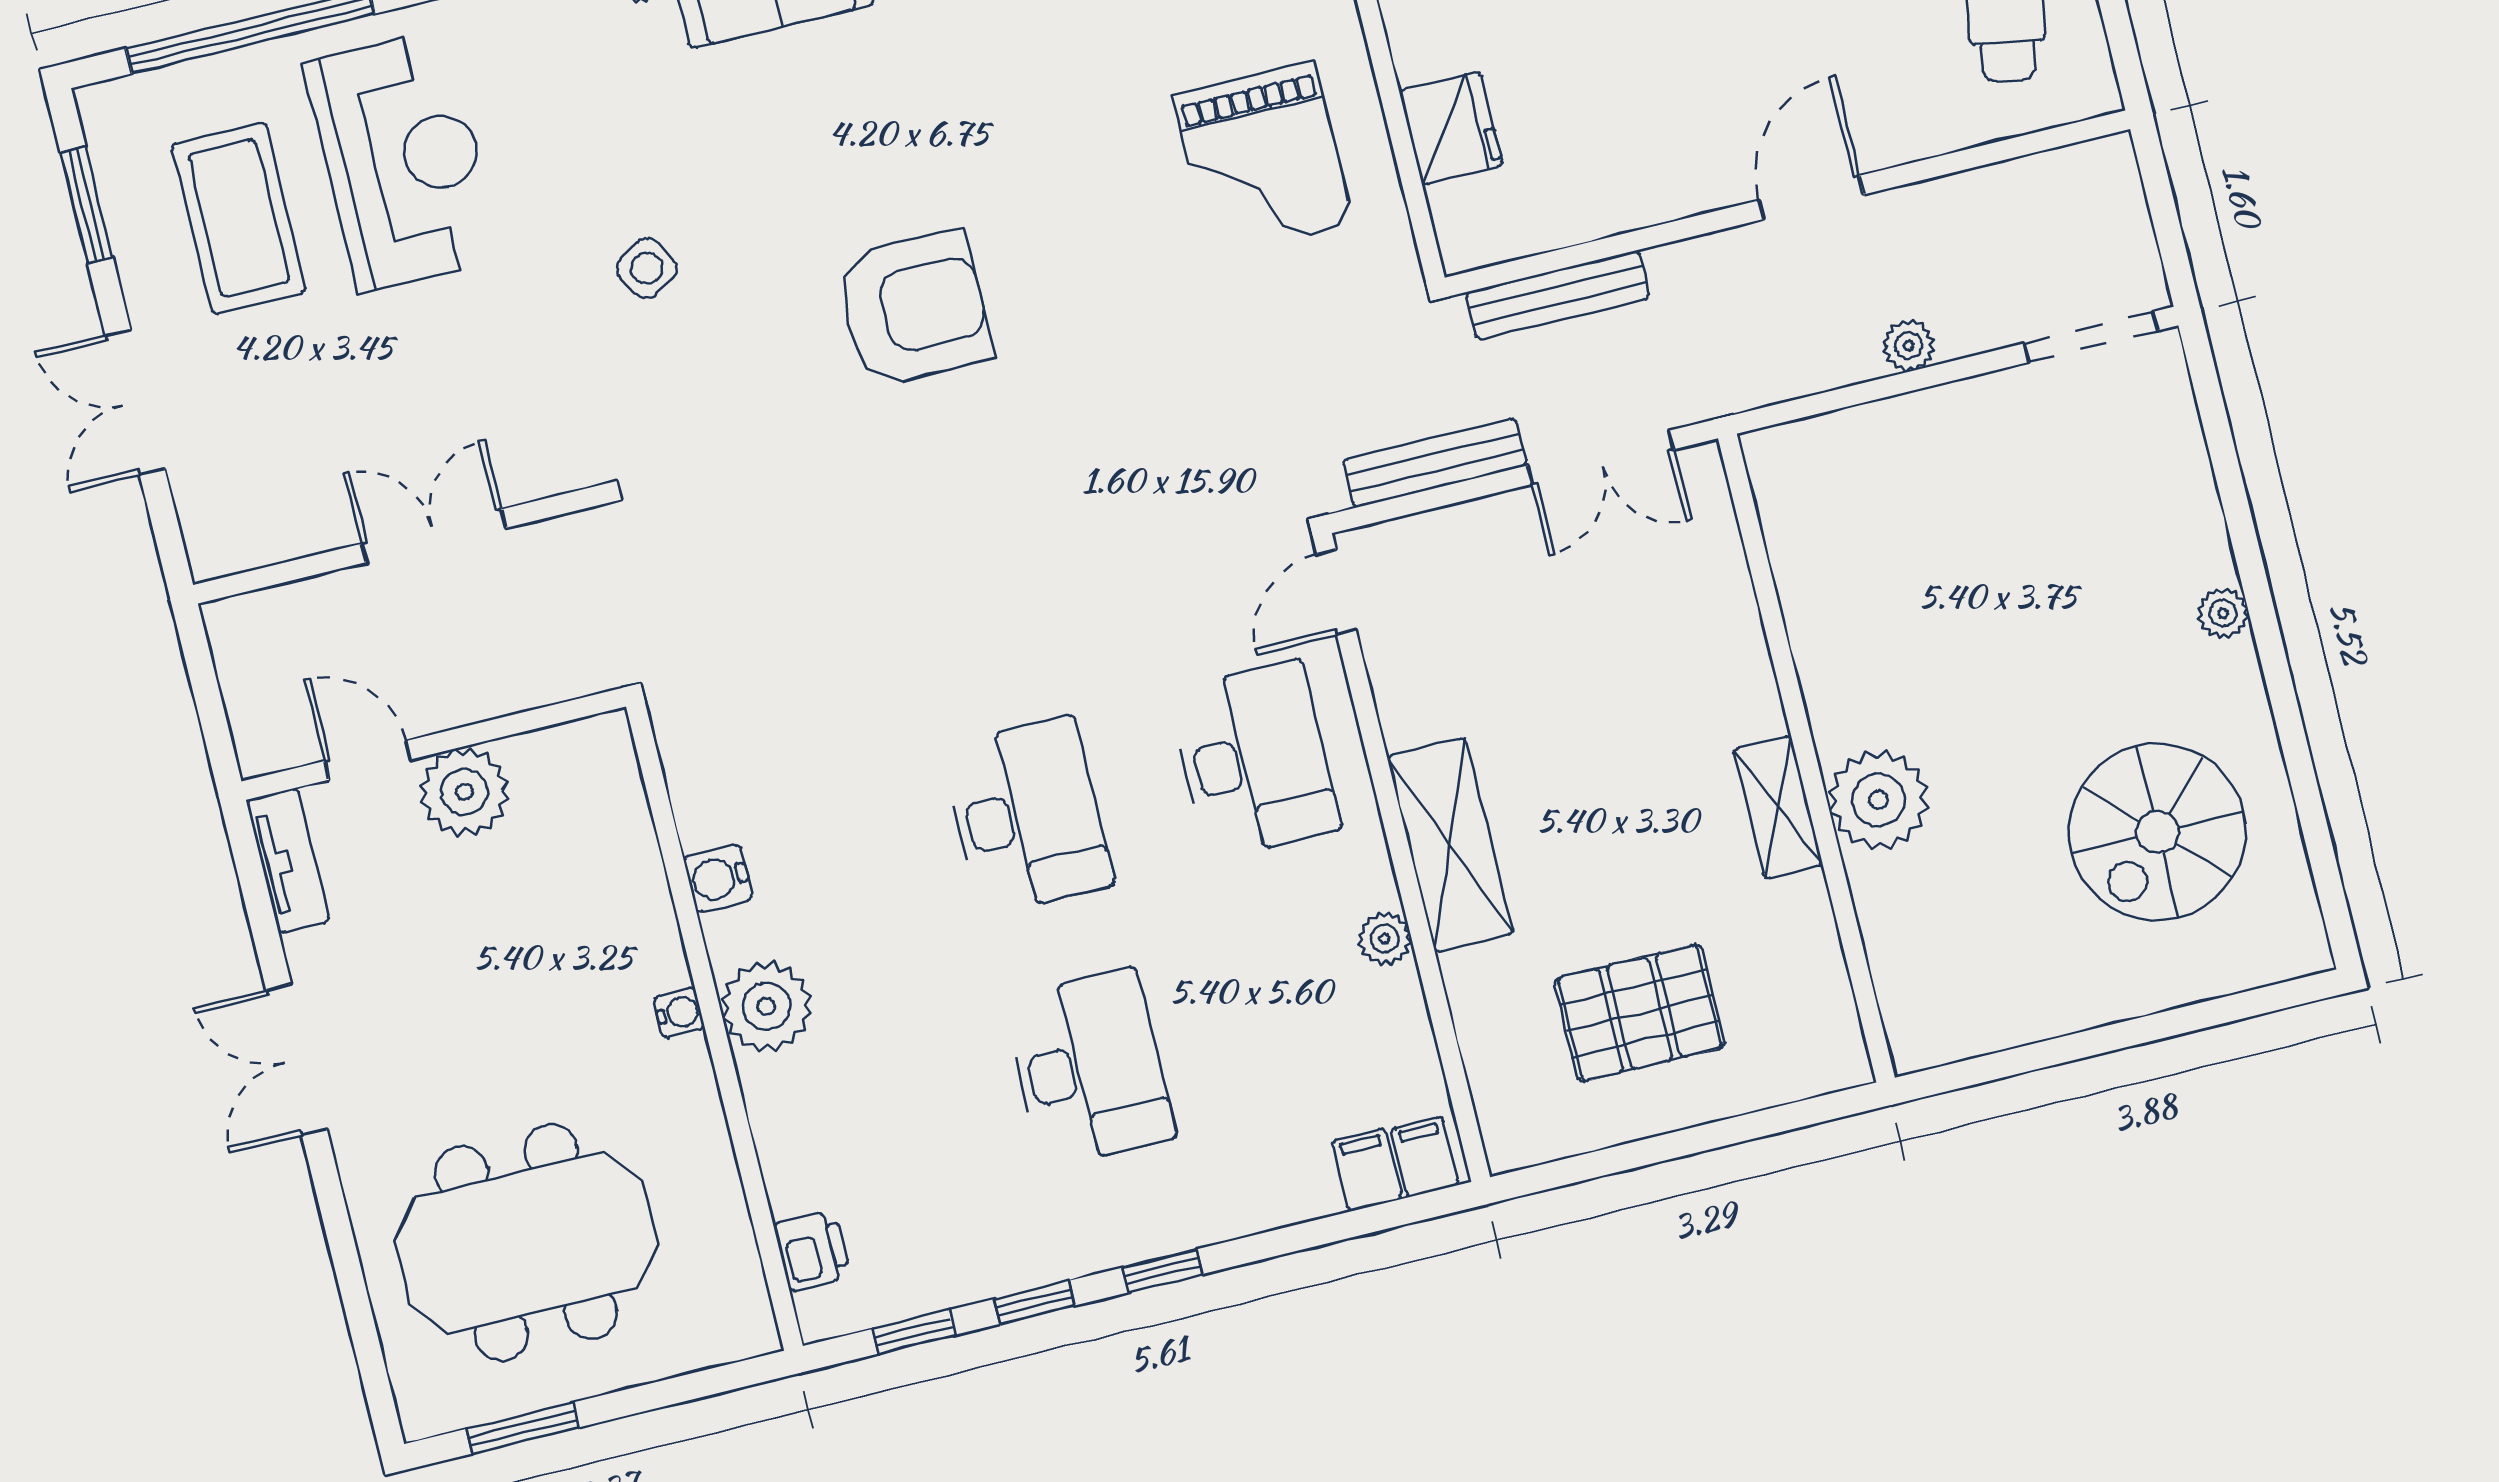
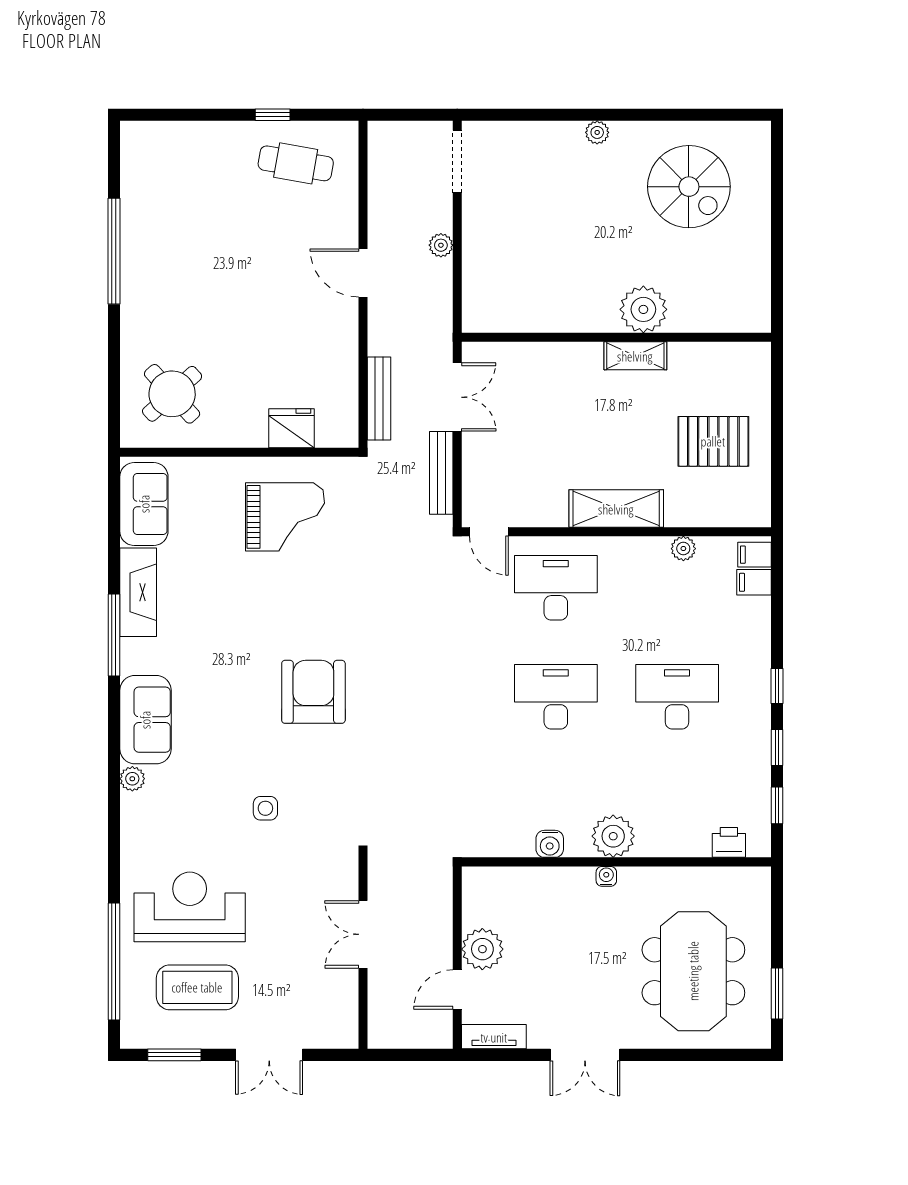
side table: (647, 268) -> (265, 808), turned 30
plant: (1385, 939) -> (683, 549), moved
pallet: (1640, 1013) -> (713, 441), turned 90

